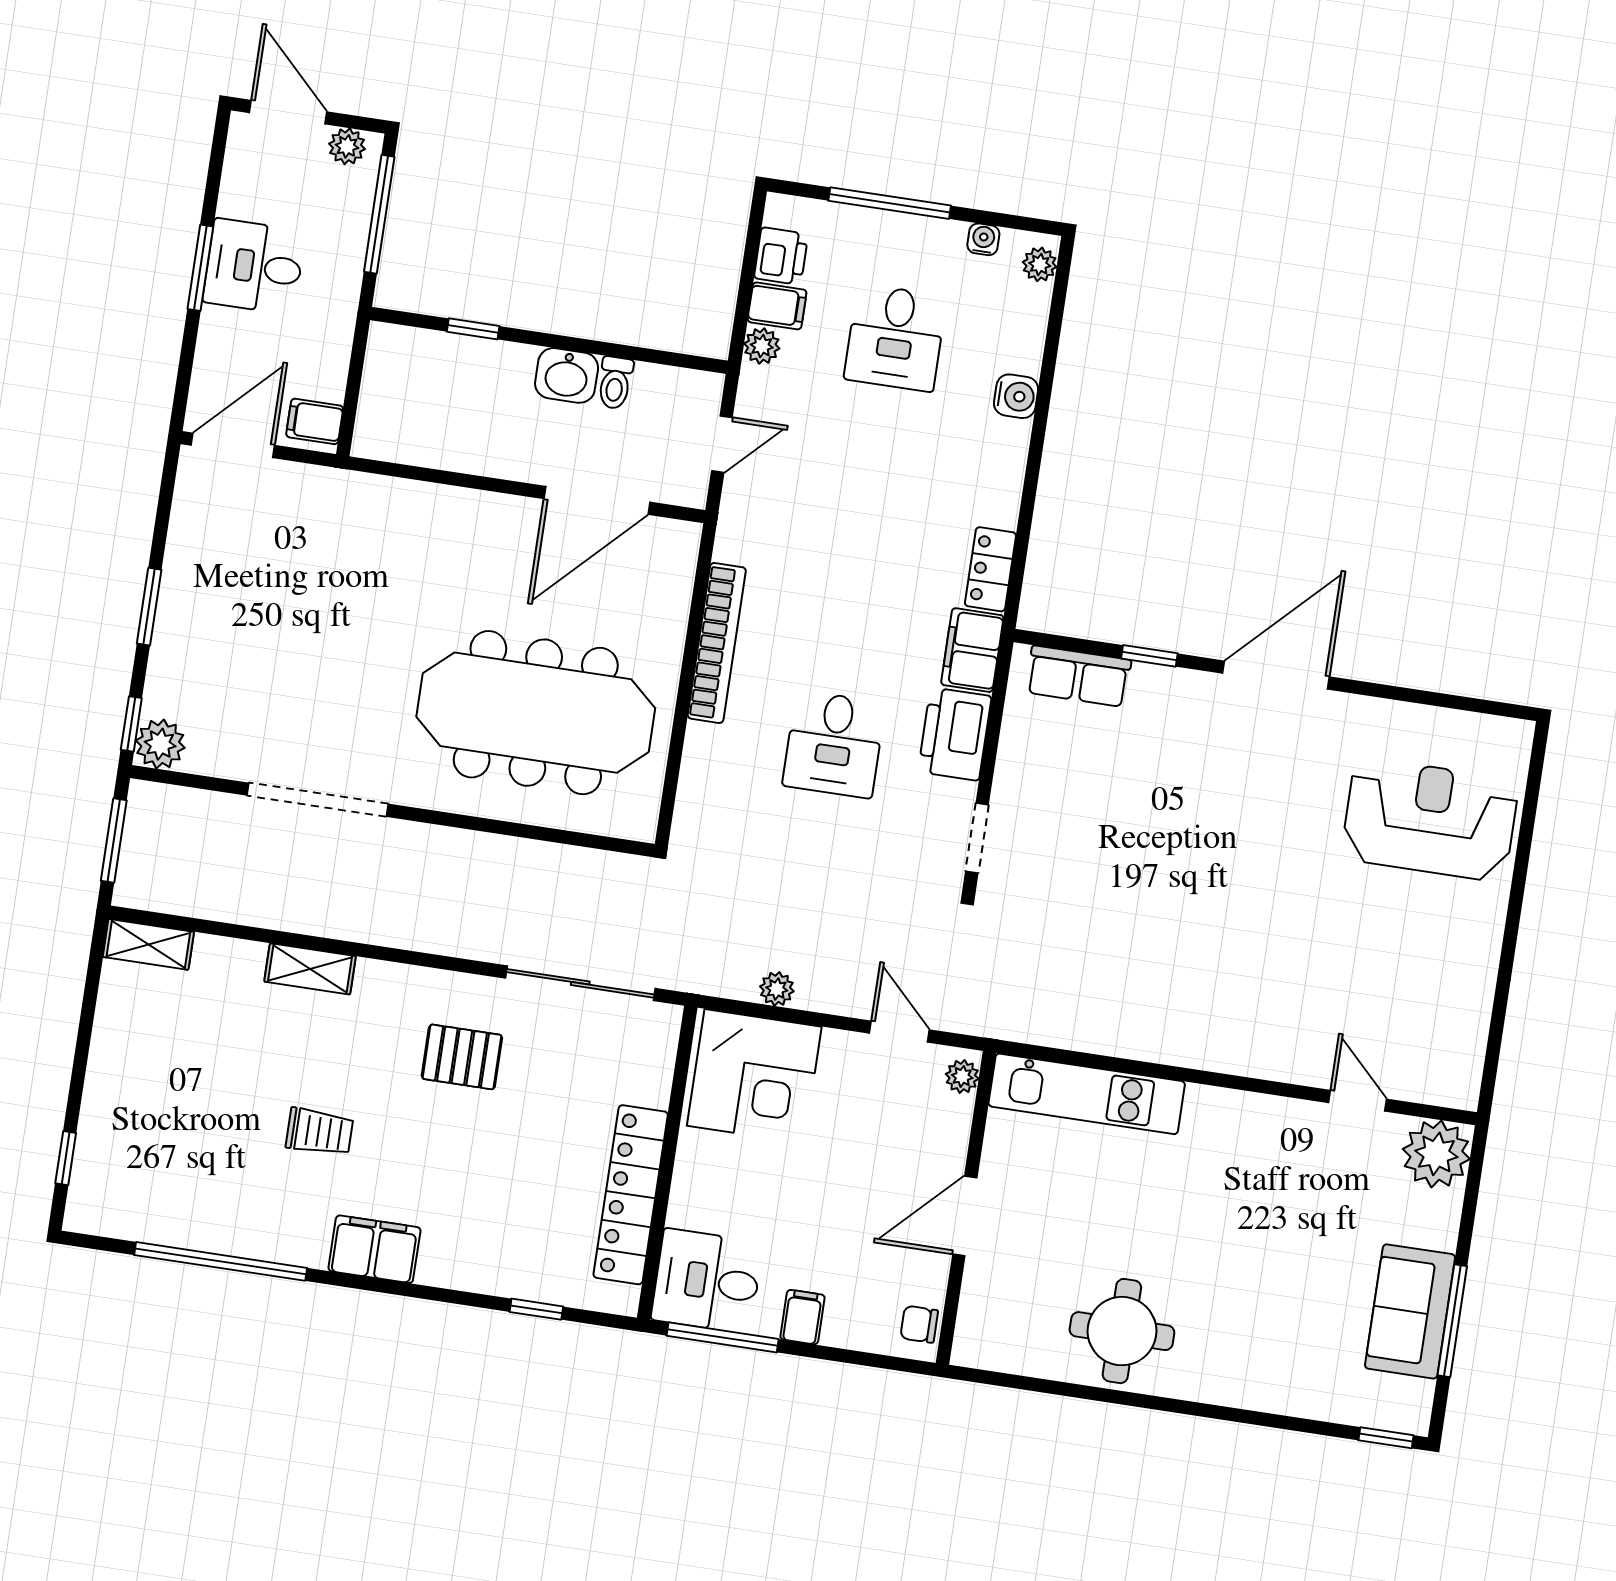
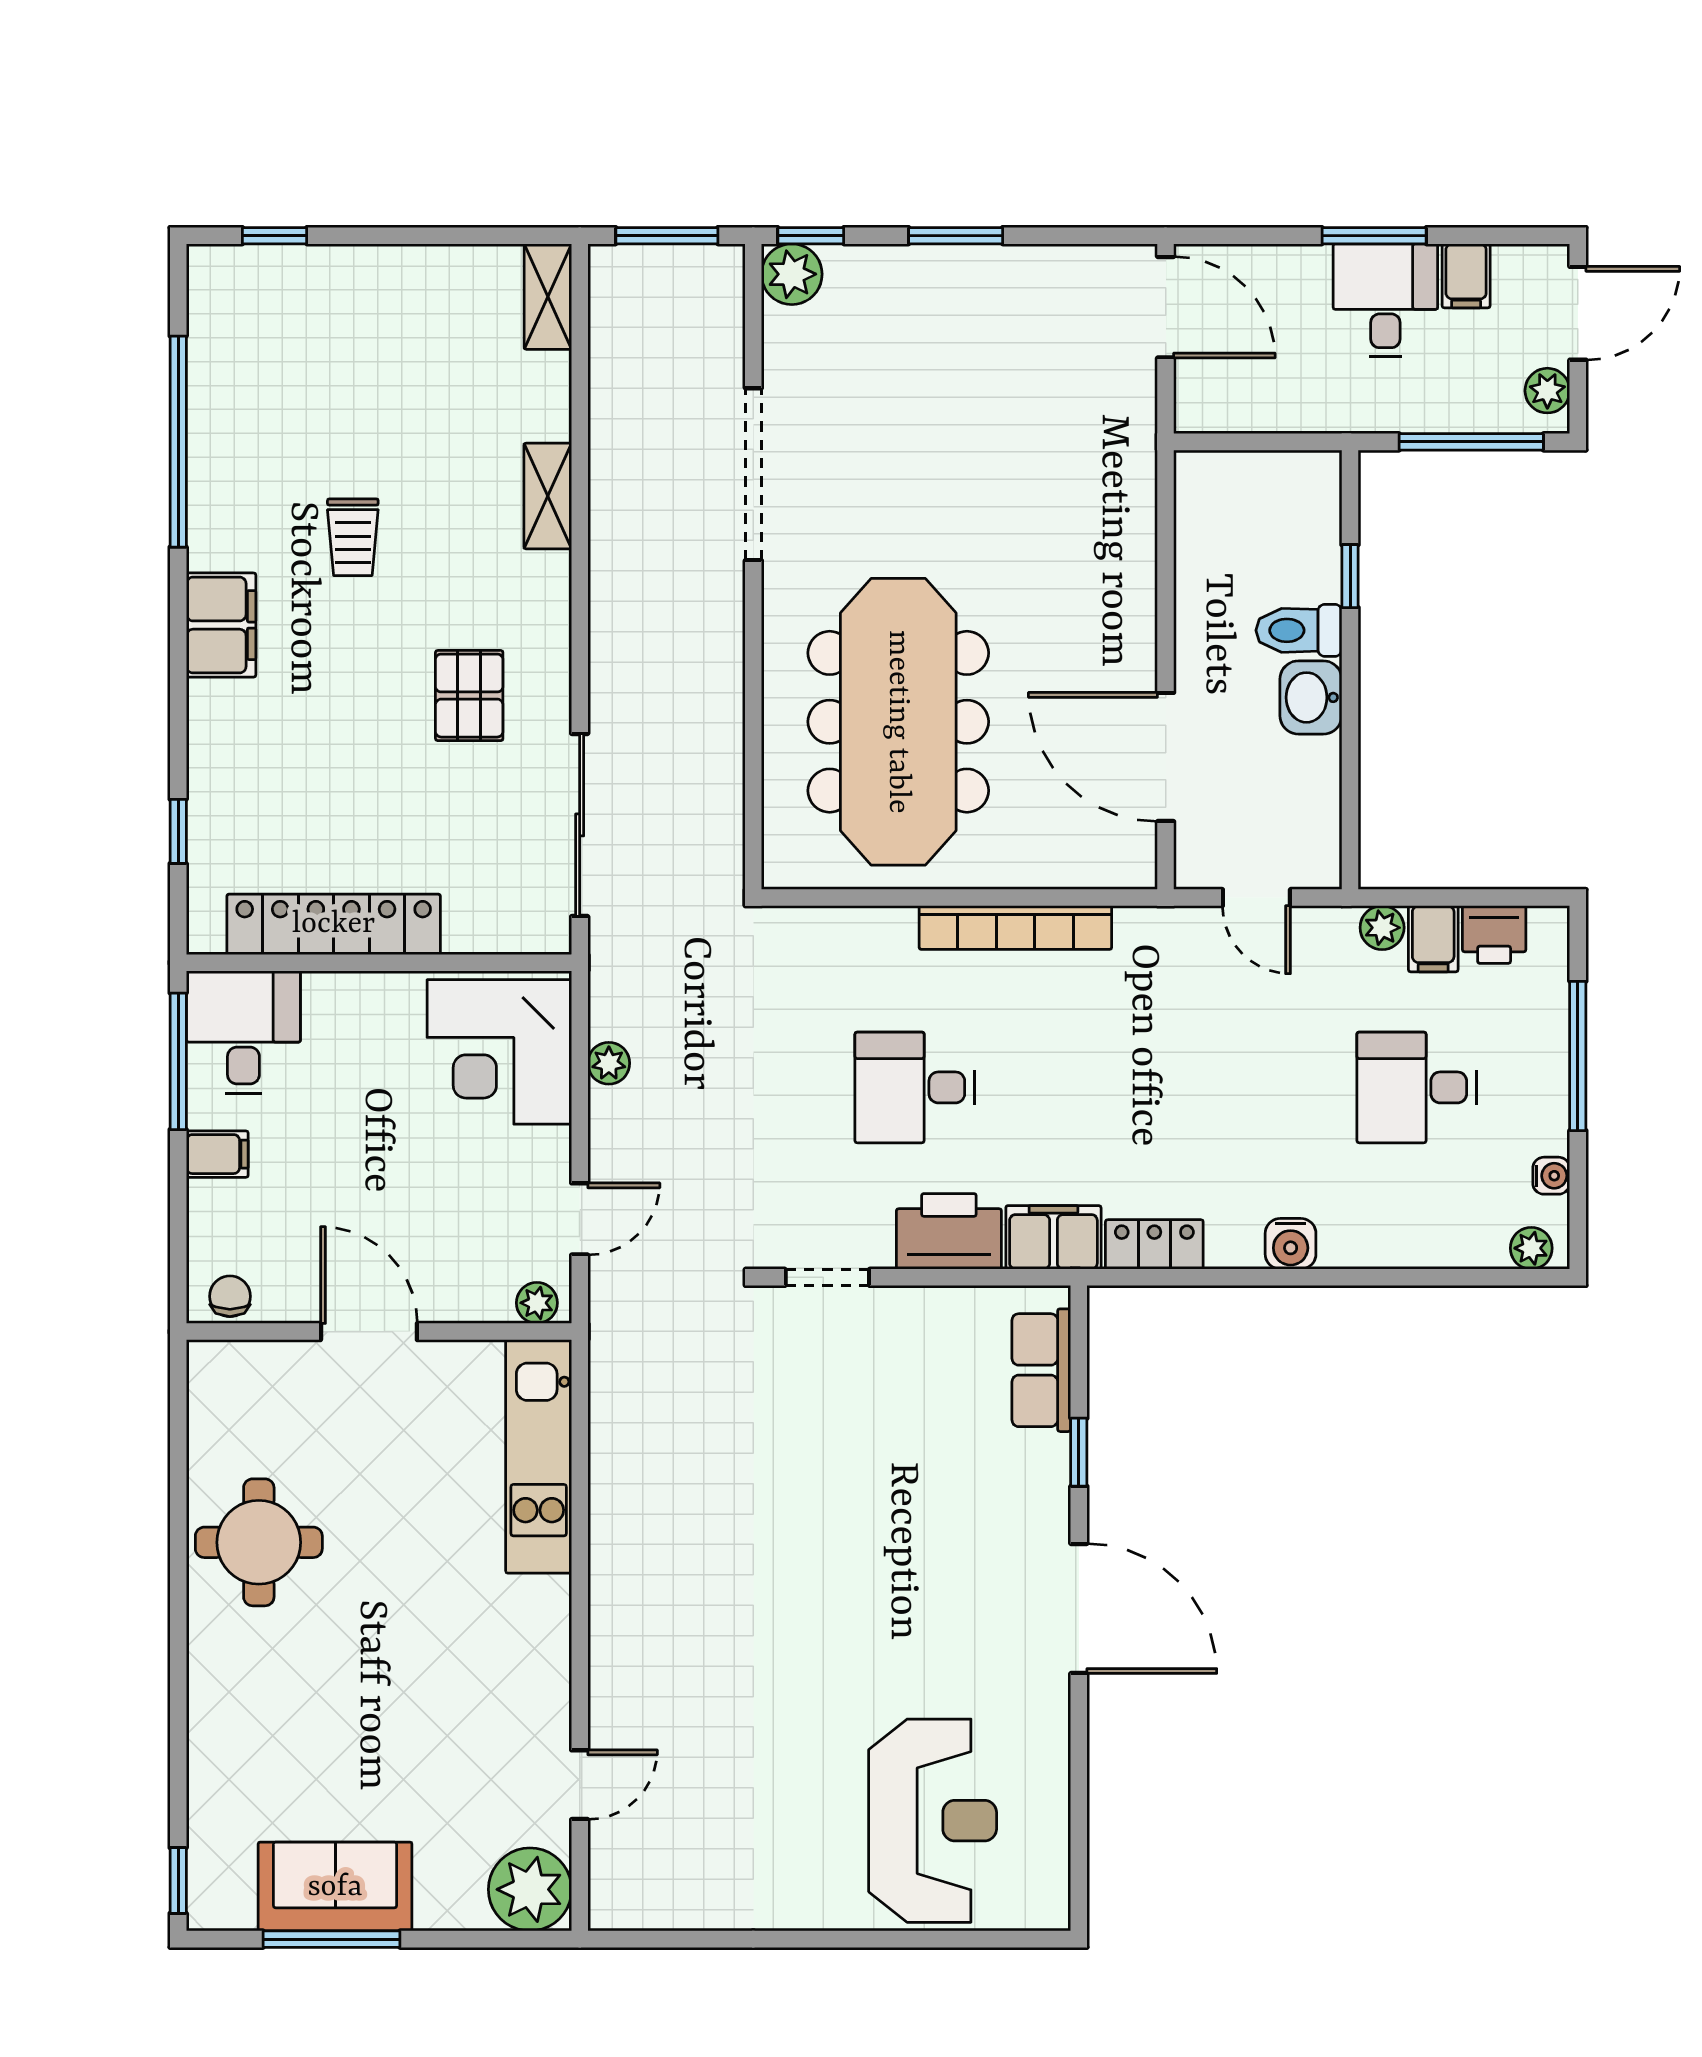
toilet: (615, 383) -> (1299, 630), moved, width x1.37, depth x1.39
water cooler: (1016, 396) -> (1291, 1244), moved
filing cabinet: (315, 421) -> (1466, 276), moved, turned 180

